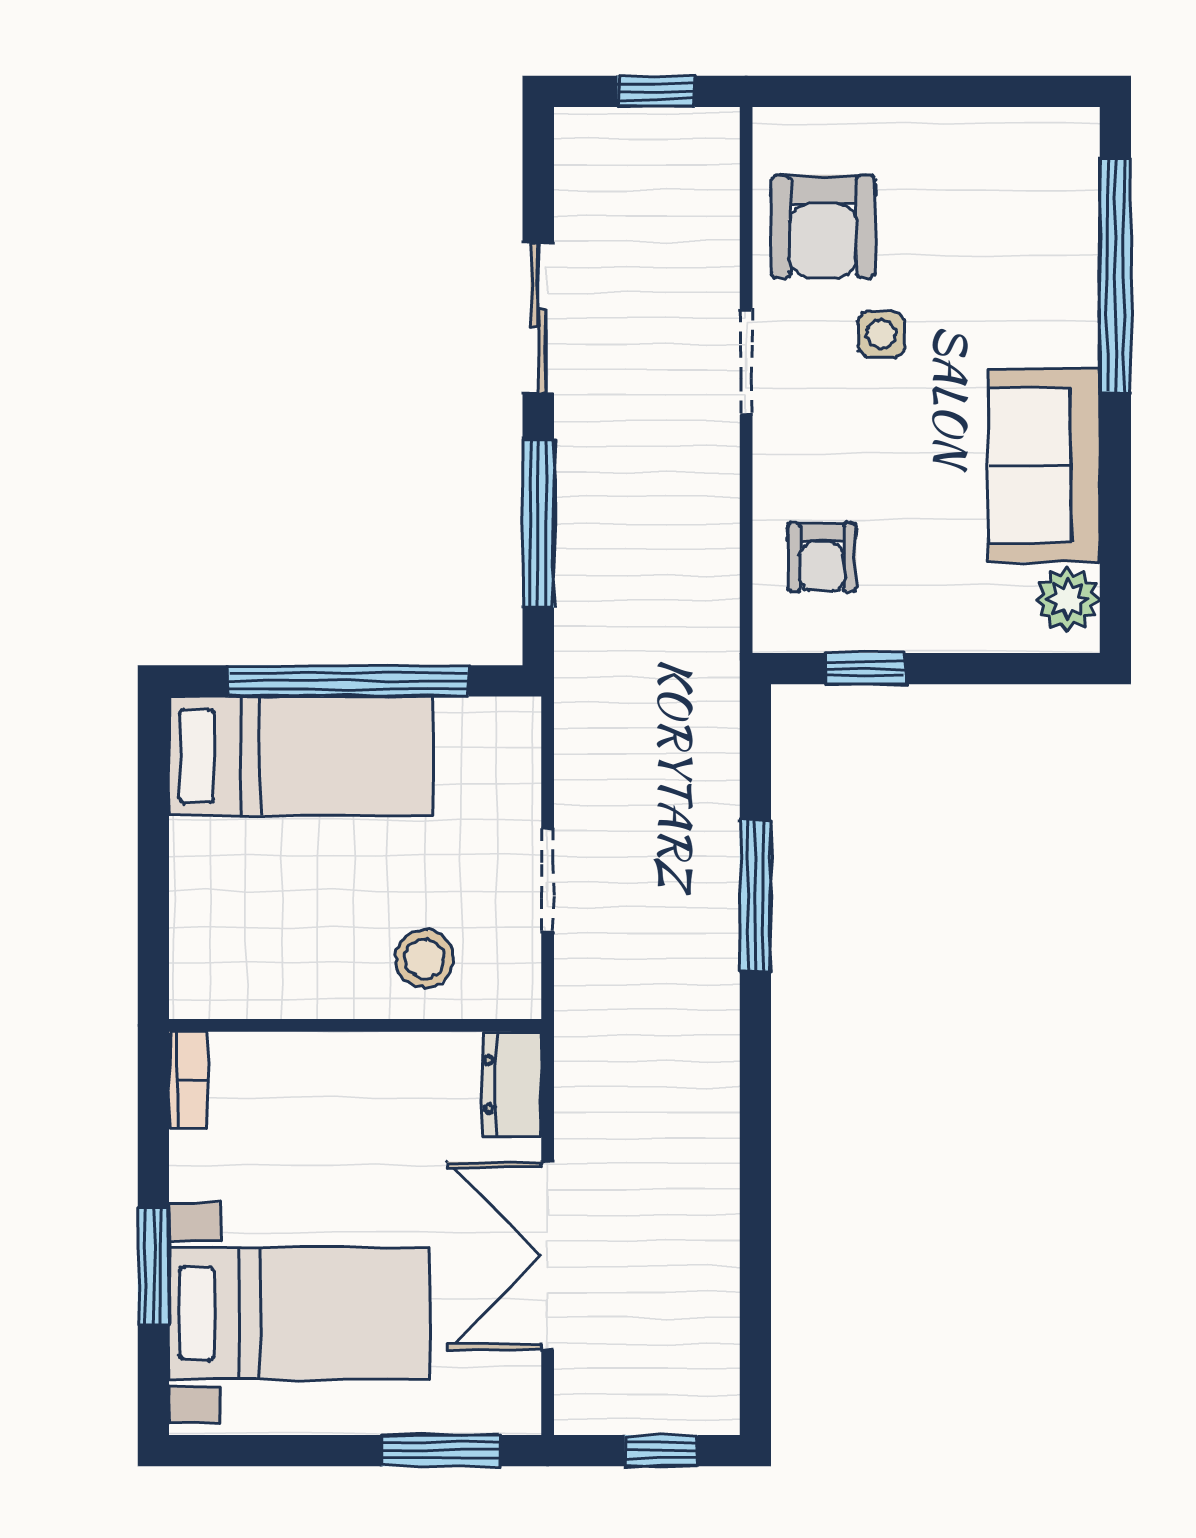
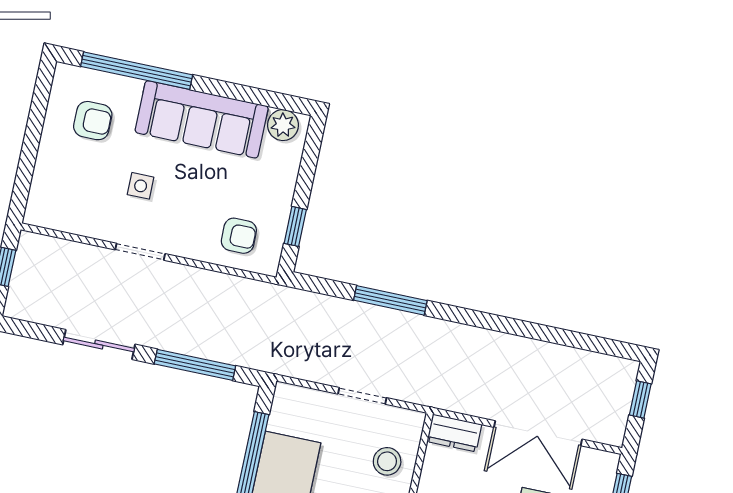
armchair: (823, 226) -> (93, 121), moved, width x0.72, depth x0.72
sofa: (1044, 465) -> (202, 119), width x1.36

